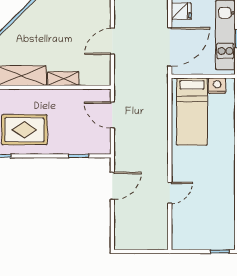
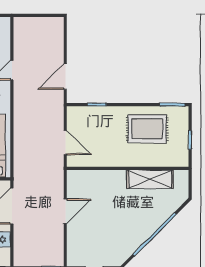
shelving: (63, 79) -> (111, 176), removed

